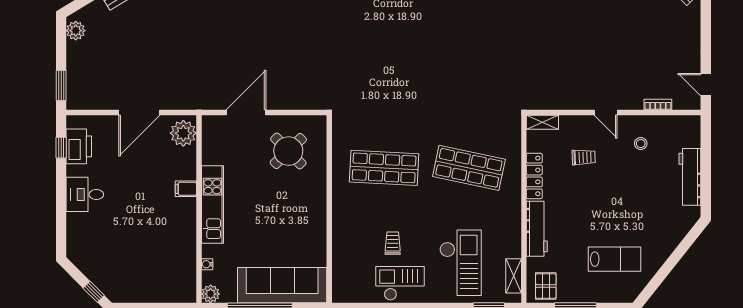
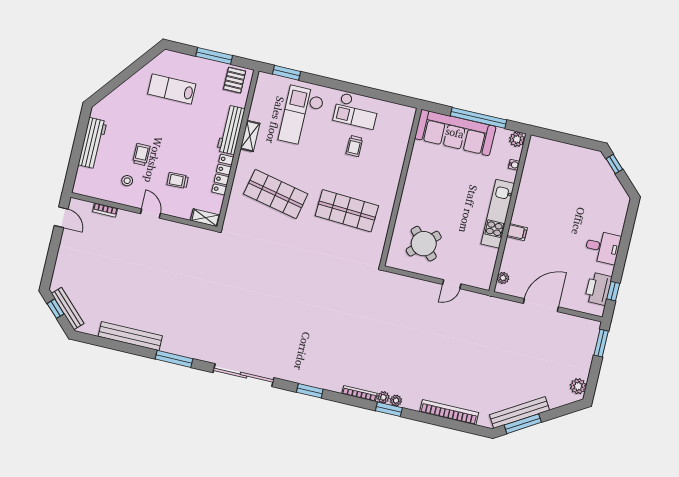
door: (246, 112) -> (452, 284), width x0.53
plant: (183, 133) -> (503, 278), width x0.53, depth x0.53
trolley: (632, 177) -> (141, 154), added
shelving: (514, 276) -> (250, 136), moved

